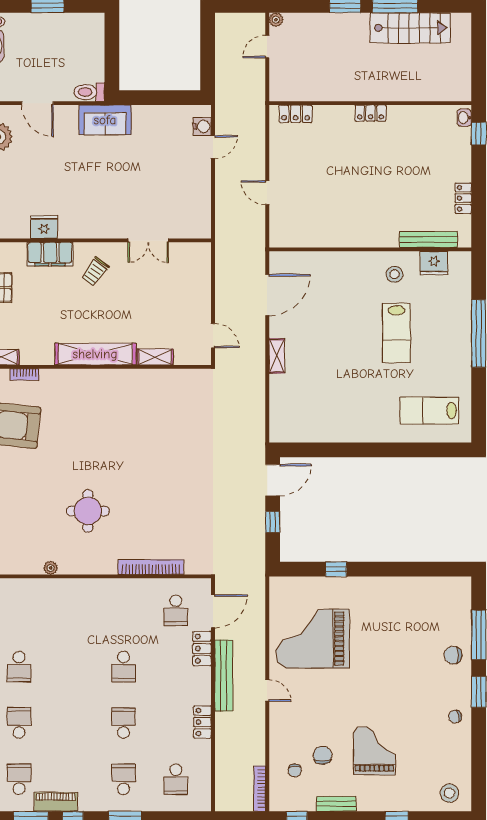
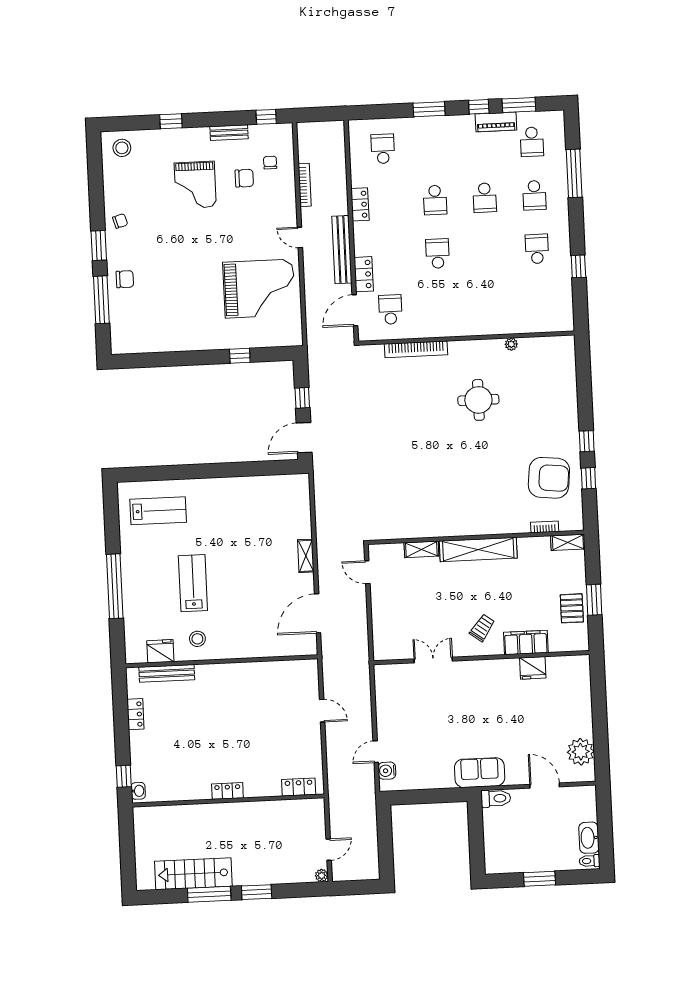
chair: (323, 755) -> (244, 178), turned -90
school desk: (123, 779) -> (485, 198), moved
bookcase: (260, 789) -> (305, 185), moved

